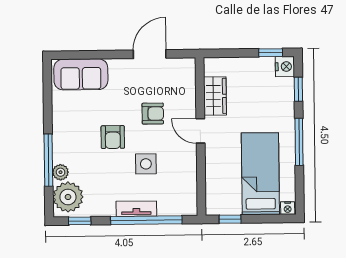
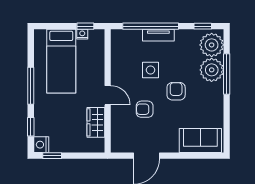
plant: (60, 172) -> (212, 70), width x1.87, depth x1.87
nightstand: (288, 208) -> (82, 34), moved

